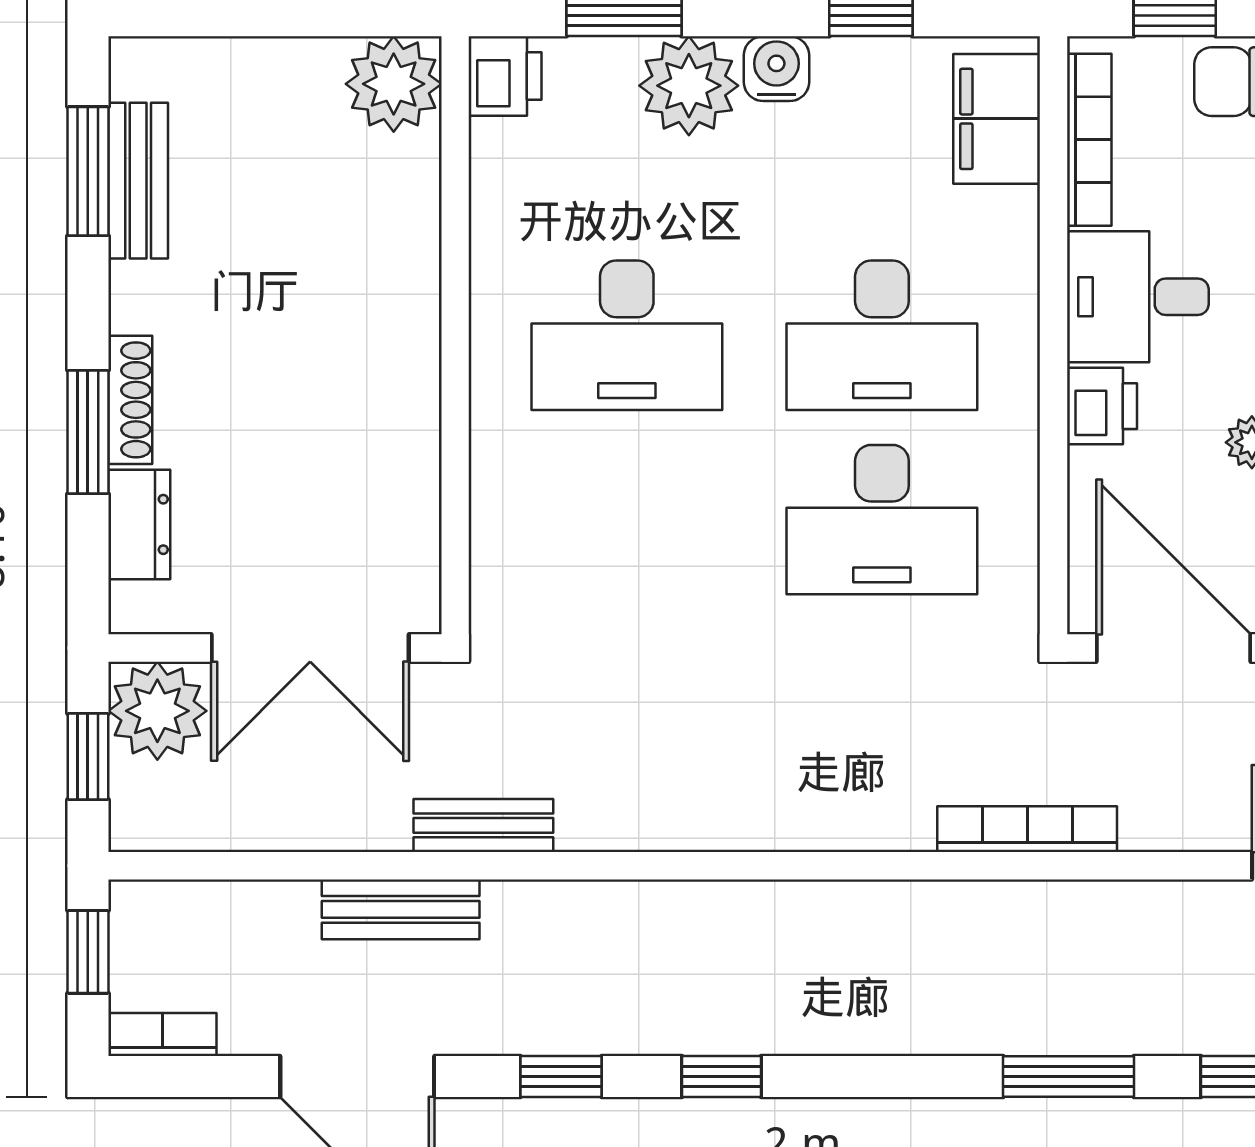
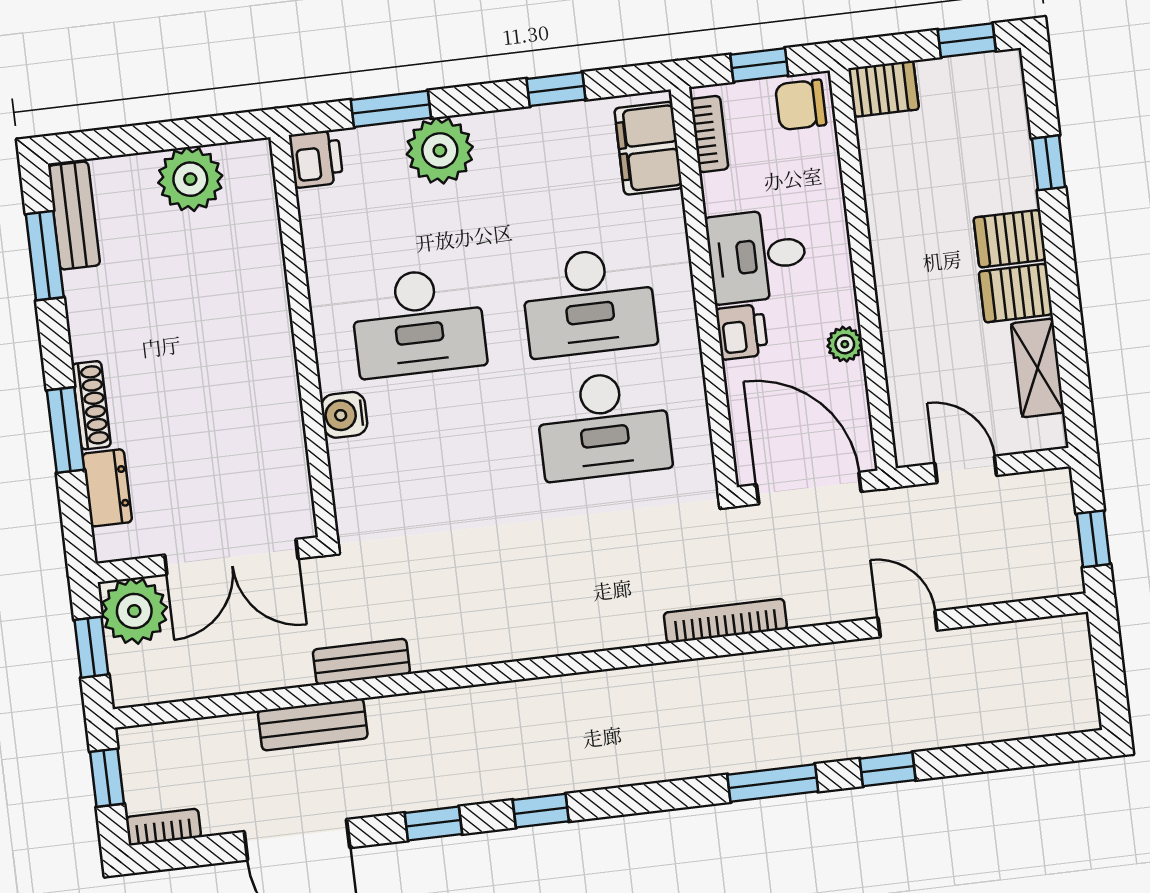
water cooler: (776, 69) -> (344, 415), moved, turned -90
plant: (394, 84) -> (190, 179), moved
bookcase: (1089, 140) -> (709, 134), width x0.64
bench: (138, 181) -> (74, 215), moved

